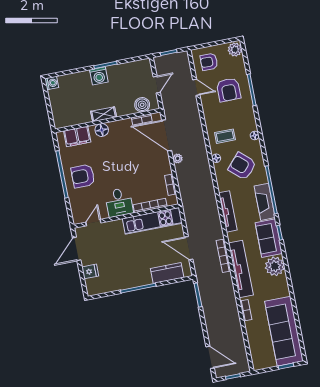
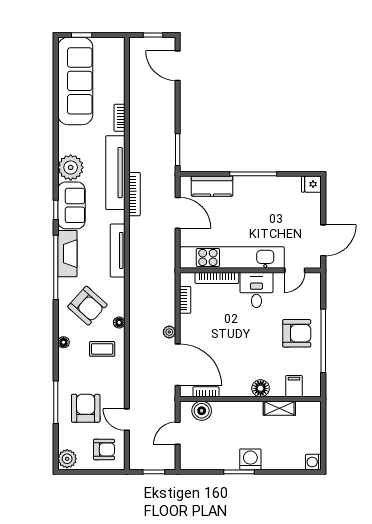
shelving: (104, 114) -> (279, 408), moved
filing cabinet: (77, 136) -> (294, 386), width x0.50
kitchen unit: (152, 221) -> (232, 258), width x1.36
fridge: (90, 271) -> (311, 184), moved

